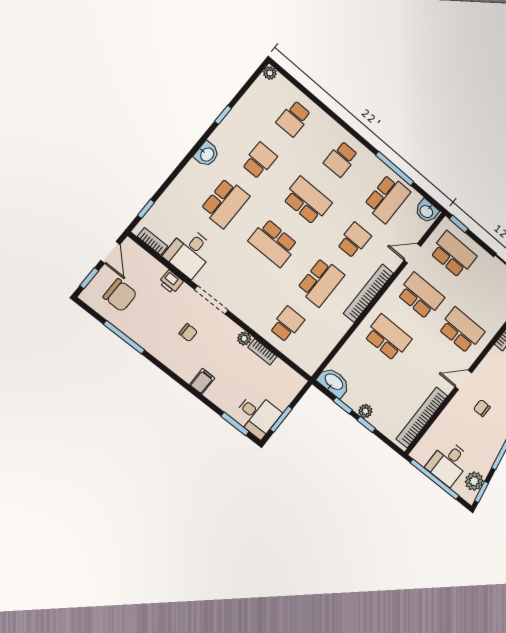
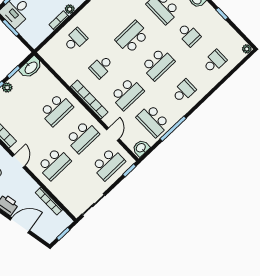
school desk: (294, 119) -> (215, 62), turned 90
school desk: (341, 159) -> (184, 91), turned 90
school desk: (354, 240) -> (127, 94), width x1.85
school desk: (321, 282) -> (101, 67), width x0.54
school desk: (287, 324) -> (75, 40), turned -90

